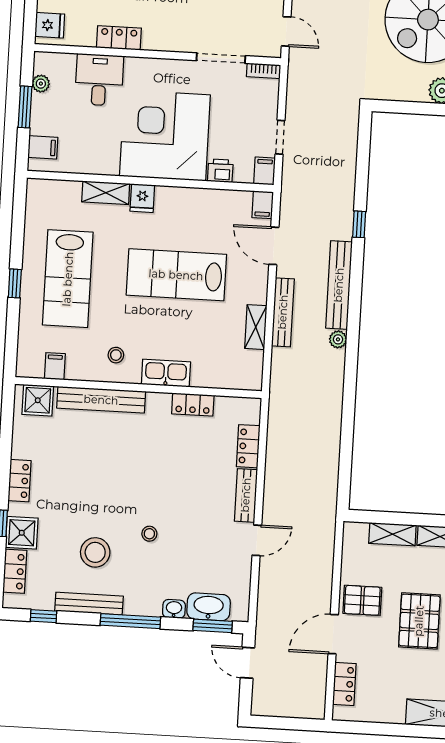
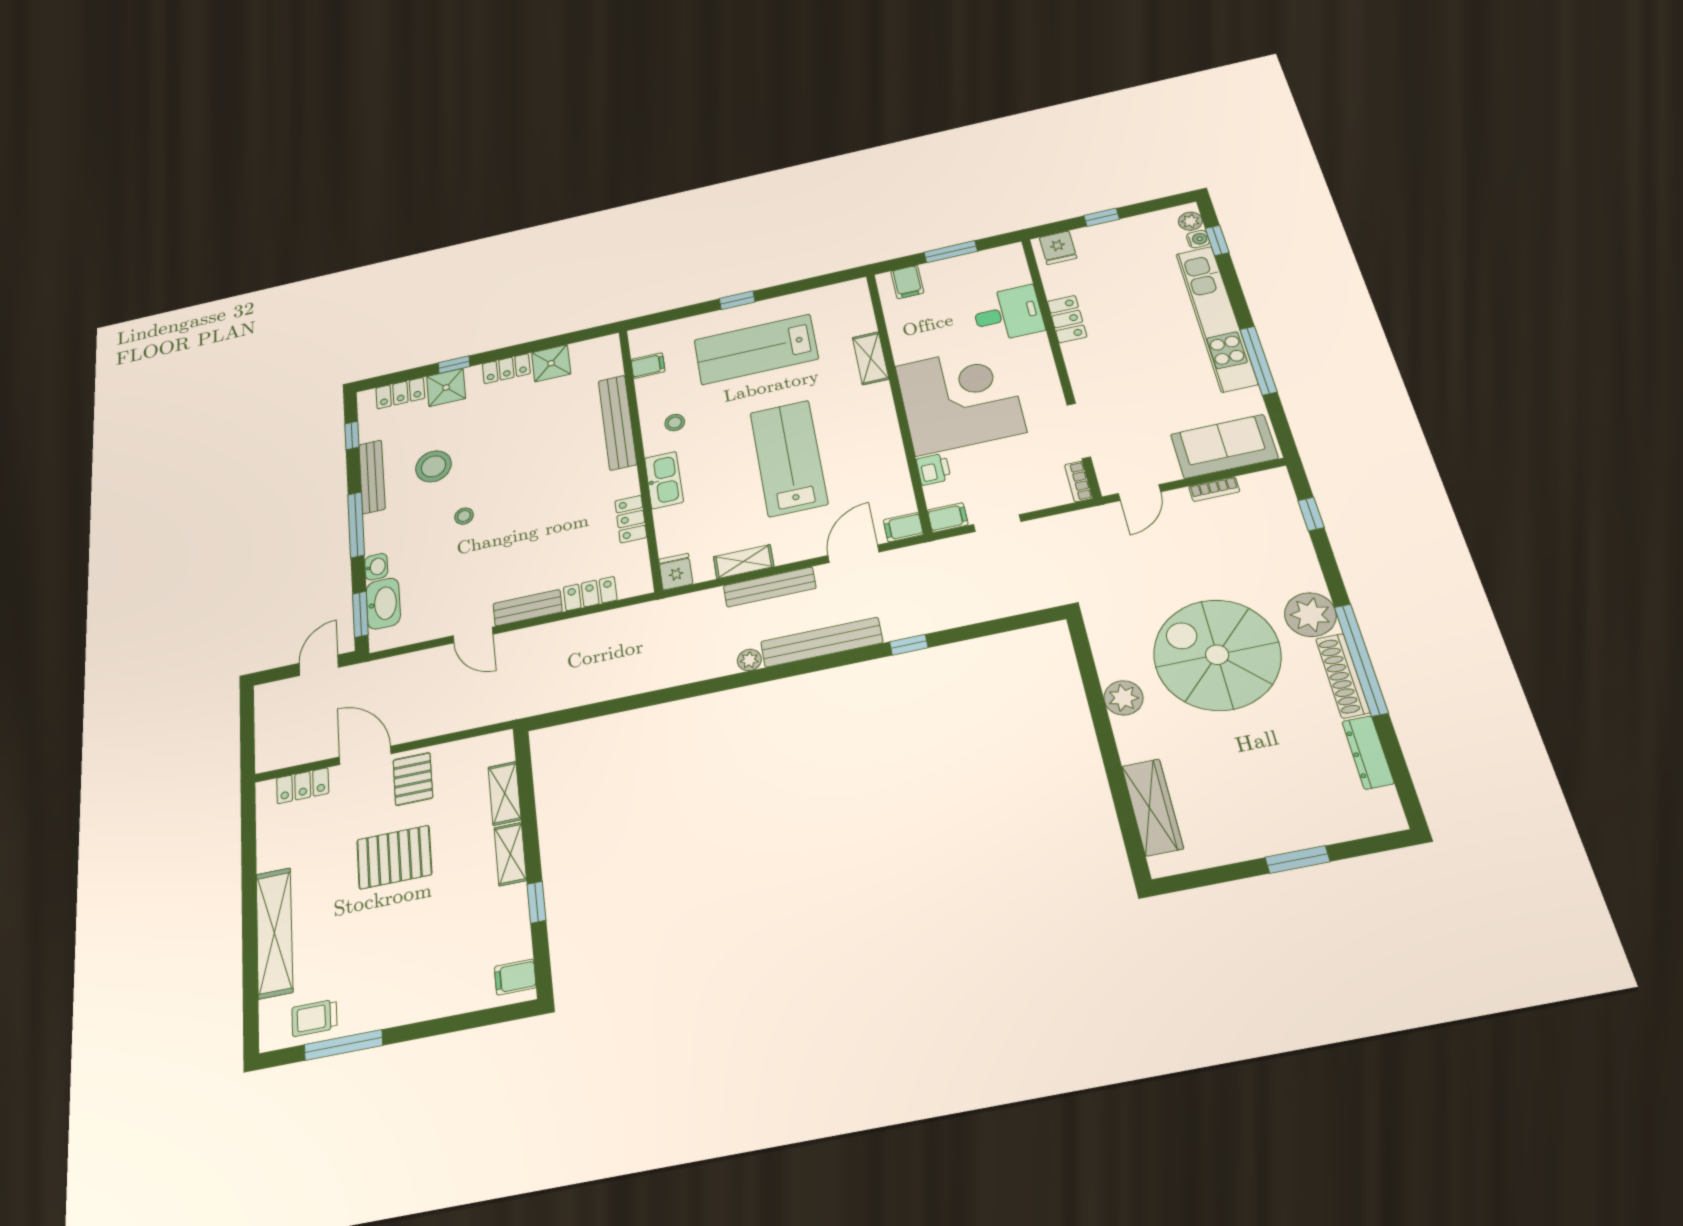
plant: (41, 84) -> (984, 259), removed
fridge: (142, 198) -> (676, 572), moved, turned 90
shower: (38, 400) -> (551, 363), moved

